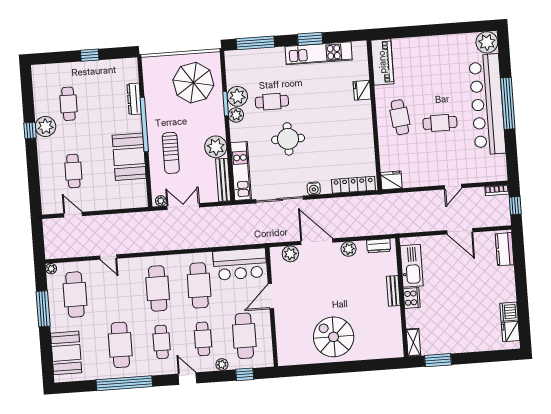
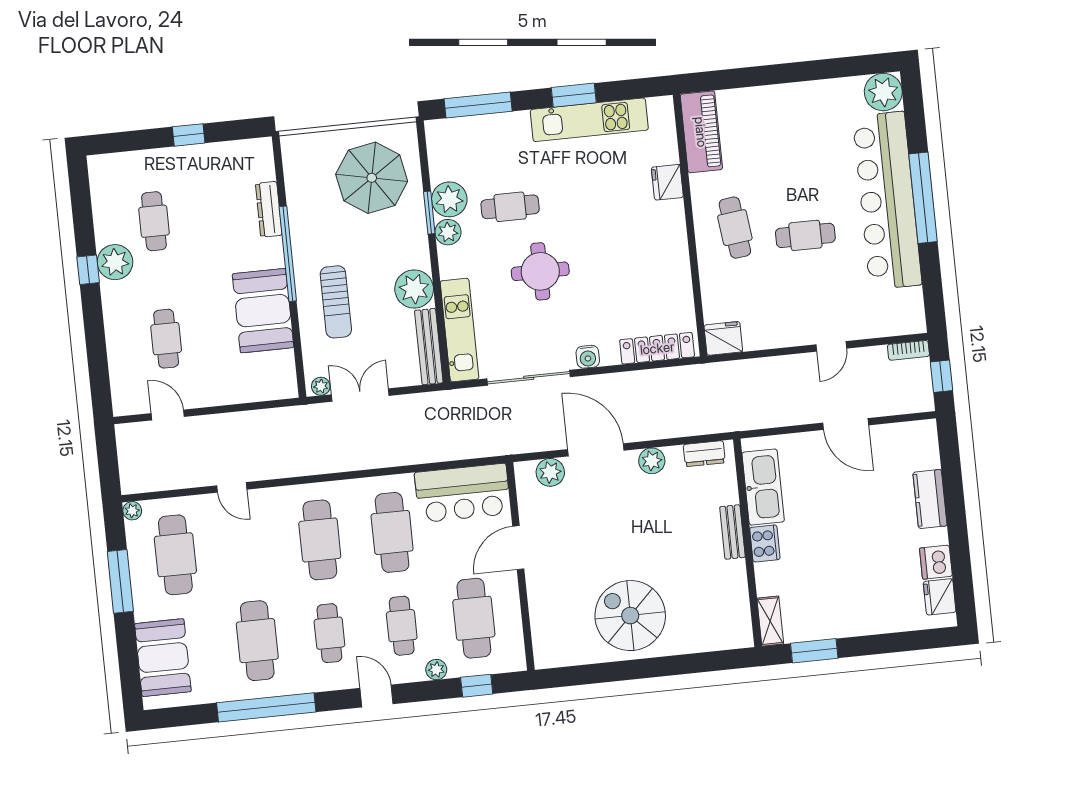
kitchen counter: (505, 249) -> (930, 499), moved

